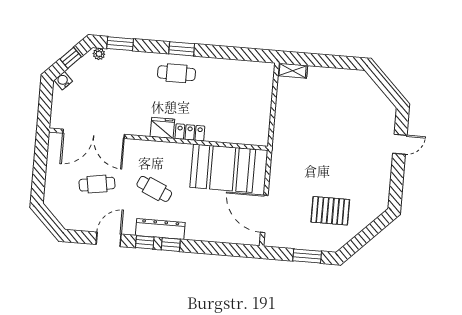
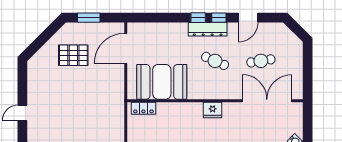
locker: (190, 132) -> (143, 108), moved
door: (264, 214) -> (126, 48), swing flipped

